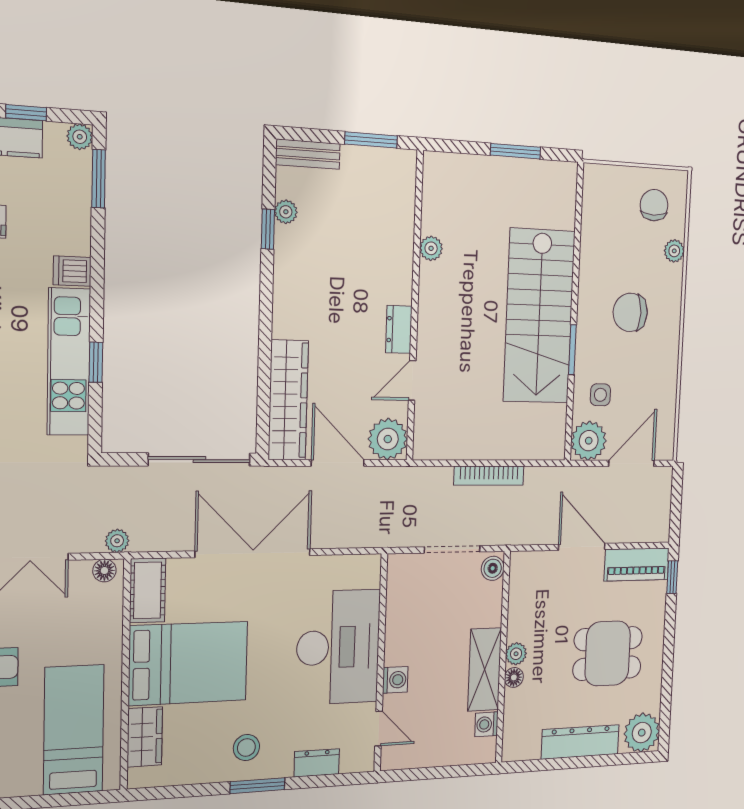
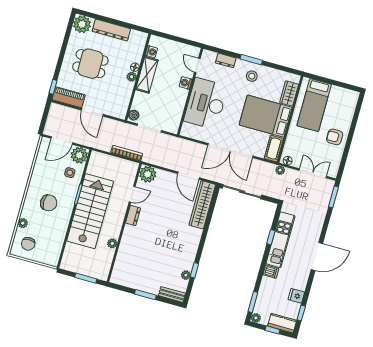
plant: (431, 248) -> (112, 243), moved
wall: (415, 306) -> (124, 223), moved
dresser: (399, 329) -> (133, 215), moved
door: (412, 380) -> (132, 194), moved
plant: (388, 439) -> (148, 174), moved

